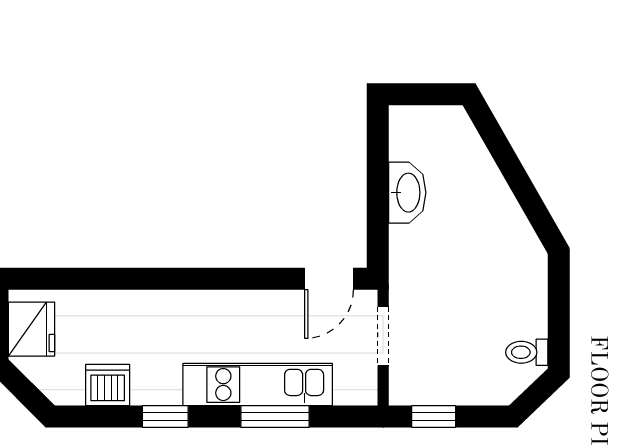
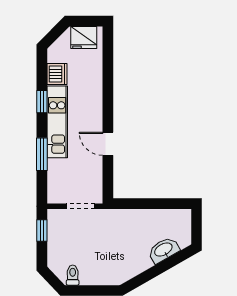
washbasin: (407, 193) -> (164, 250), moved, turned 150
door: (329, 279) -> (108, 144), moved
kitchen unit: (258, 385) -> (57, 122), moved

